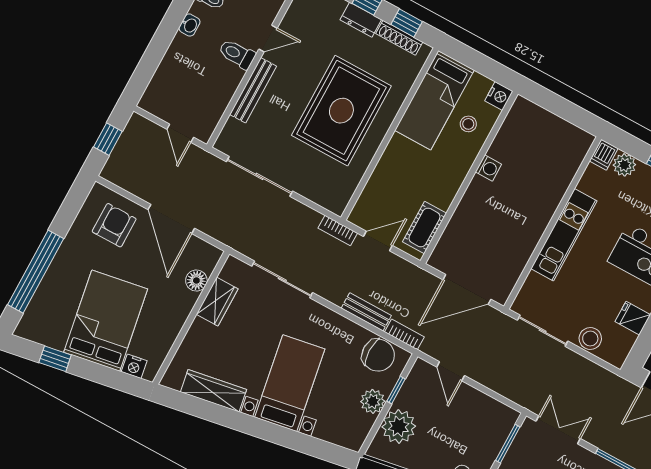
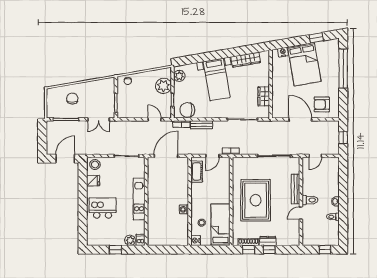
door: (180, 133) -> (315, 156), swing flipped
armchair: (114, 225) -> (322, 104), turned 90
floor lamp: (196, 281) -> (277, 100), removed
stool: (590, 338) -> (95, 164), moved
plant: (373, 401) -> (179, 76), moved

